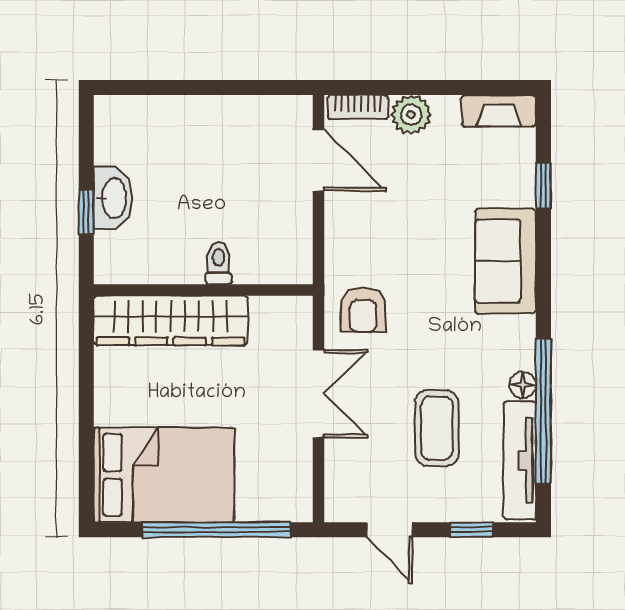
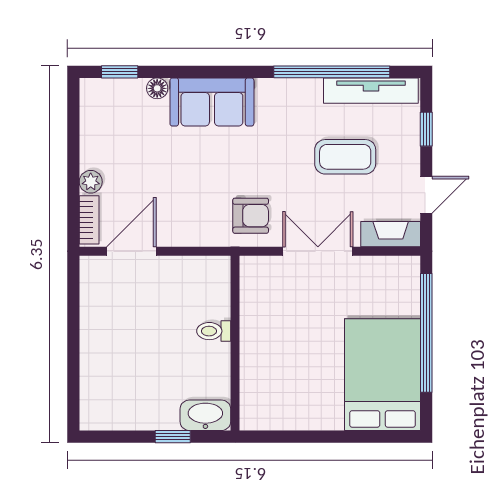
fireplace: (499, 111) -> (391, 234), moved, turned -90
plant: (411, 115) -> (91, 182), width x0.73, depth x0.73
window: (543, 186) -> (120, 72), moved
washbasin: (113, 198) -> (205, 415), moved
wardrobe: (170, 320) -> (259, 369), removed
floor lamp: (523, 385) -> (157, 88), moved

